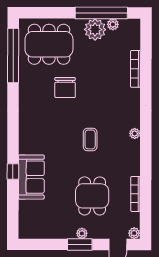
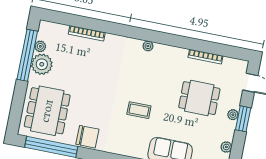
chair: (65, 87) -> (87, 137), moved
coffee table: (90, 139) -> (139, 110), moved
plant: (134, 233) -> (226, 147), moved

